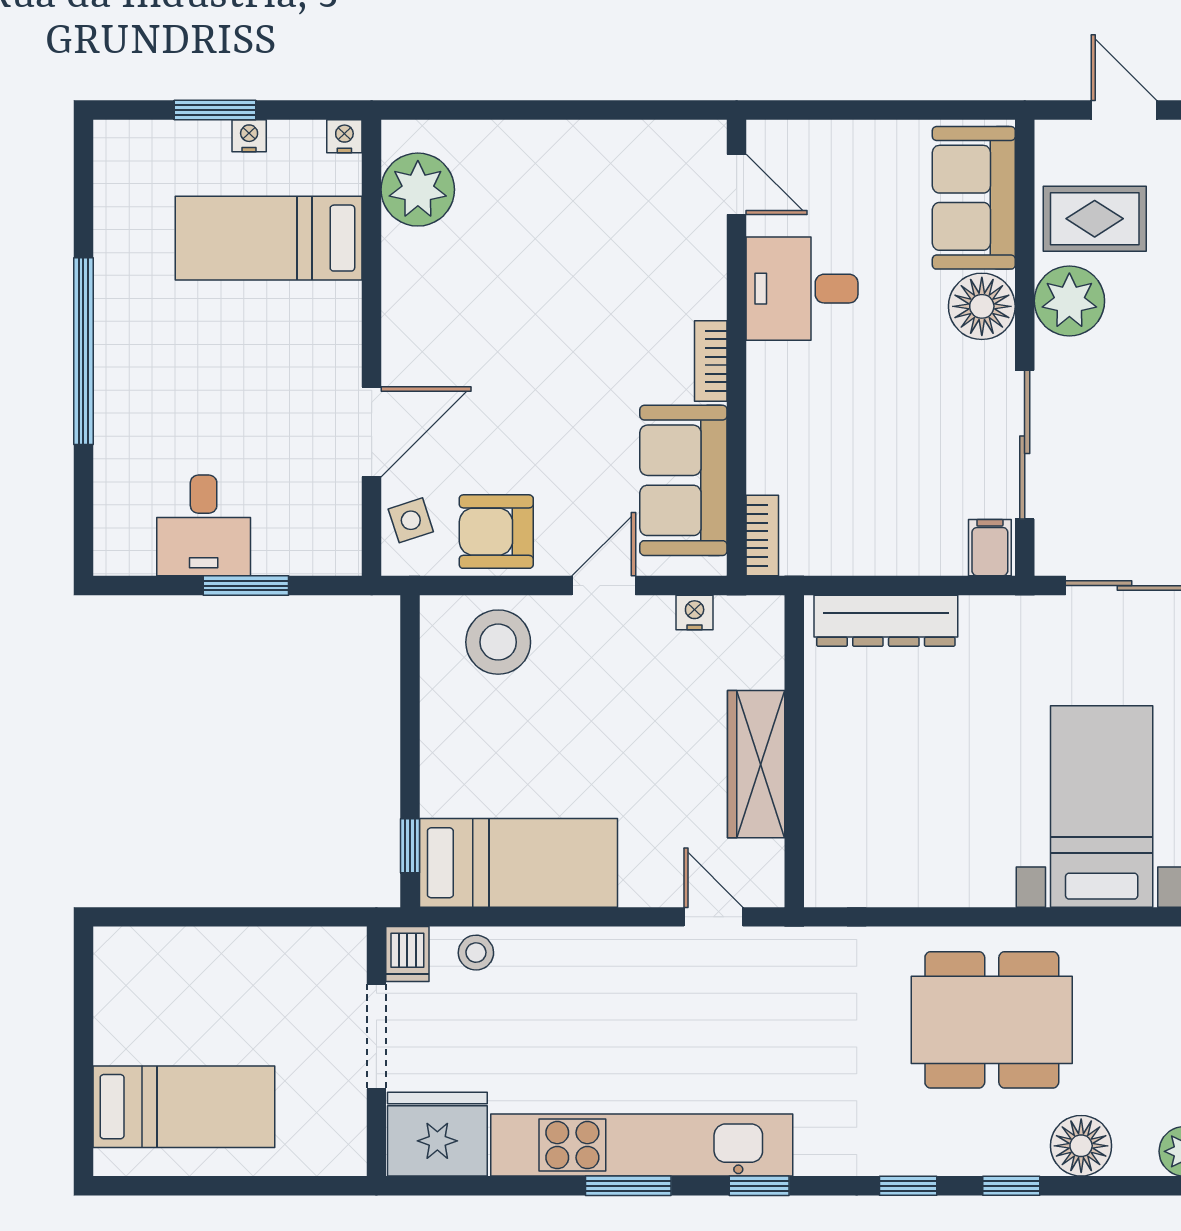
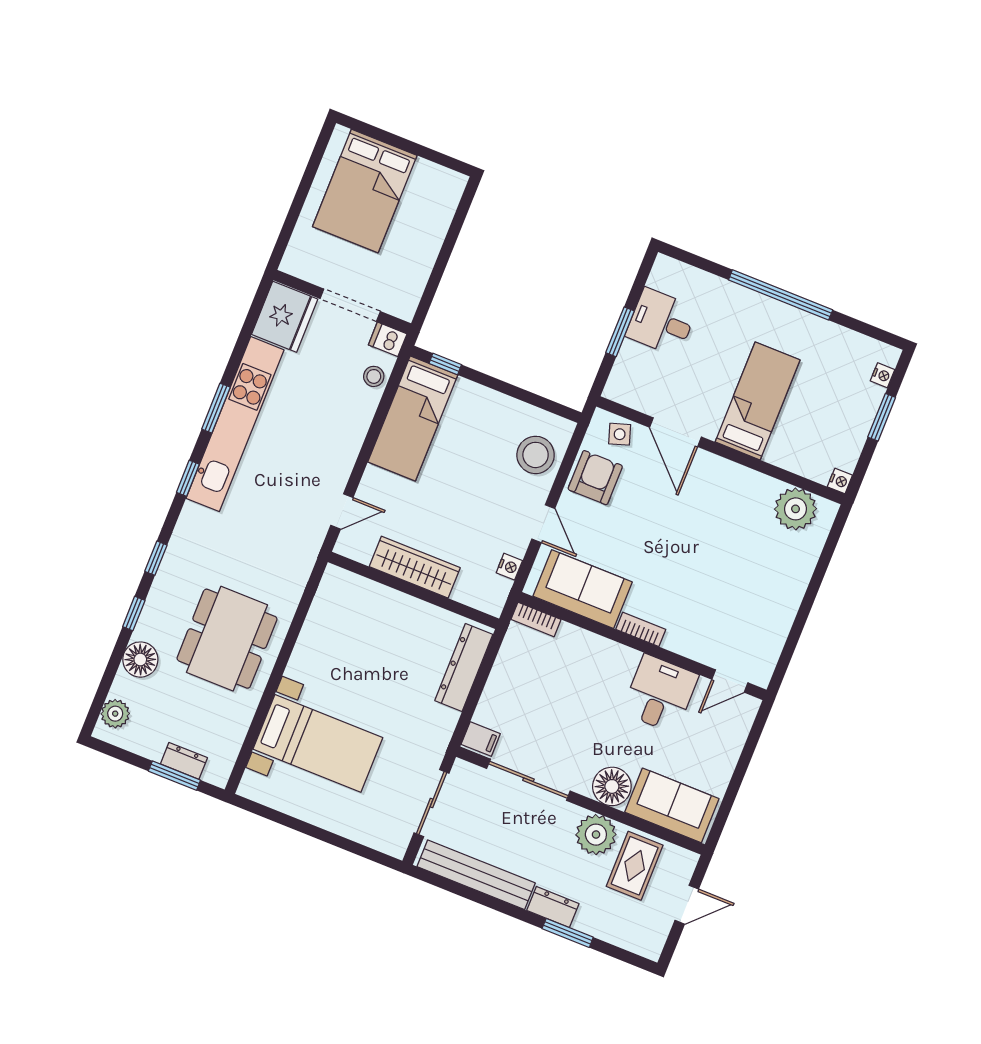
nightstand: (249, 136) -> (882, 375), moved
bed: (269, 238) -> (758, 401), moved
bed: (184, 1107) -> (365, 191), width x1.50

